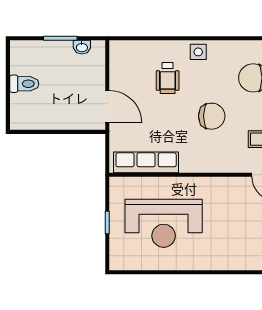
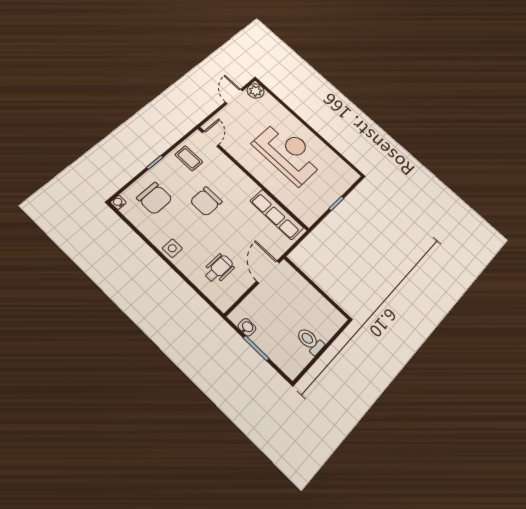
wheelchair: (168, 78) -> (219, 269), moved
chair: (212, 116) -> (206, 201), turned -90
reception desk: (164, 223) -> (288, 153), moved

